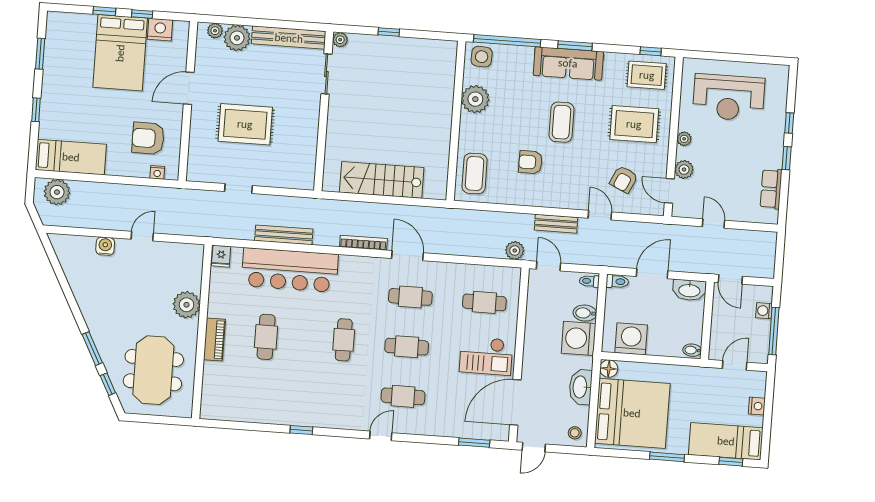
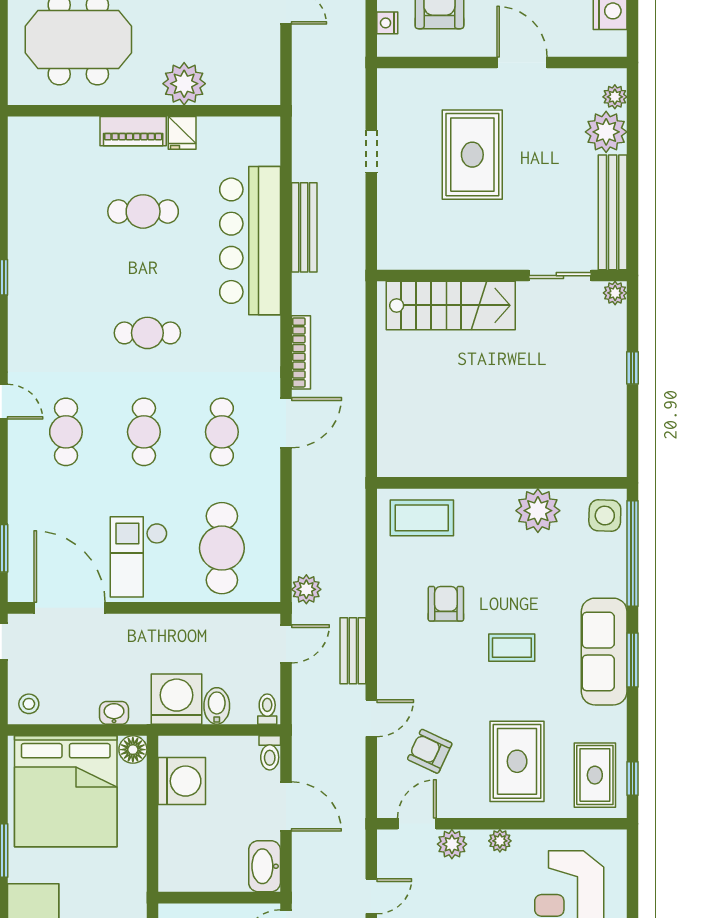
coffee table: (561, 122) -> (512, 648), width x0.73, depth x0.77
stairs: (382, 180) -> (451, 305), moved, turned 90
fridge: (221, 256) -> (182, 133), moved, turned -90
cafe table: (484, 302) -> (222, 548), width x1.37, depth x1.35
bidet: (692, 350) -> (171, 877), removed
washbasin: (581, 387) -> (114, 713), width x0.52, depth x0.69

